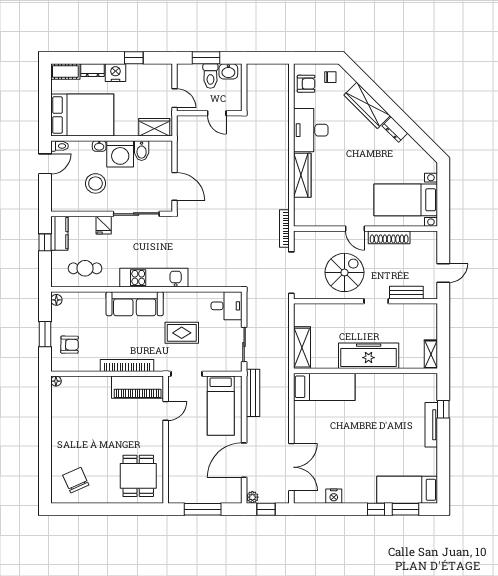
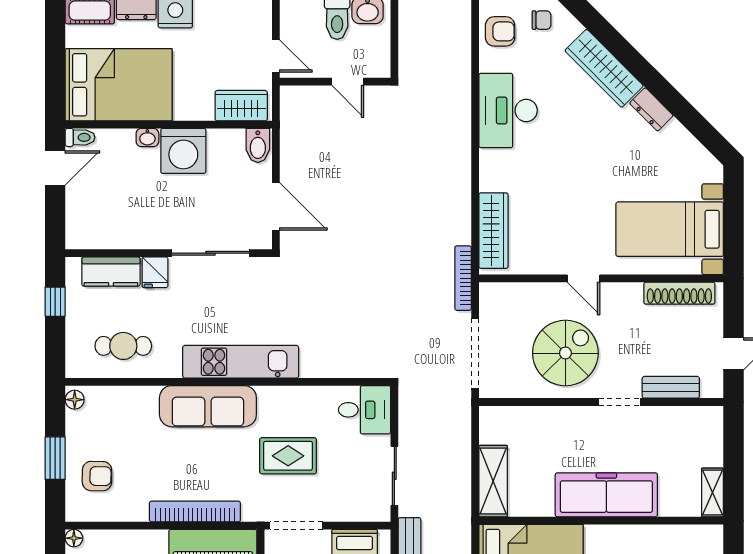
bidet: (142, 151) -> (258, 145), moved
wardrobe: (302, 175) -> (493, 231), moved
stool: (95, 183) -> (141, 201), removed
kitchen counter: (59, 233) -> (111, 272), moved, turned 90
shoe rack: (389, 237) -> (679, 293), moved

